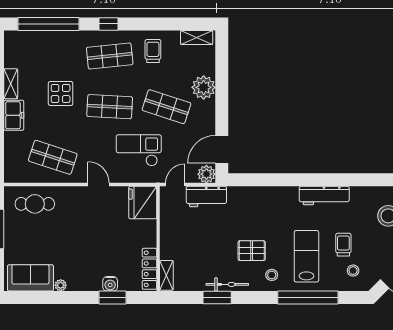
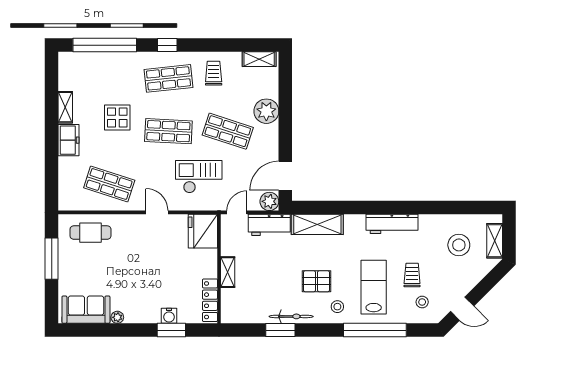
shelving: (252, 196) -> (317, 224), added
shelving: (166, 275) -> (228, 272), moved

